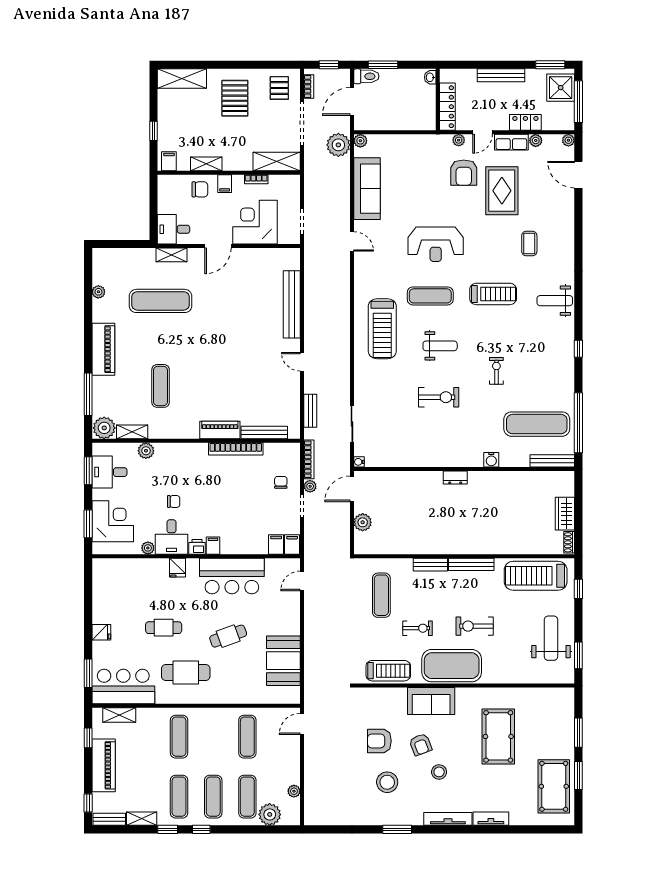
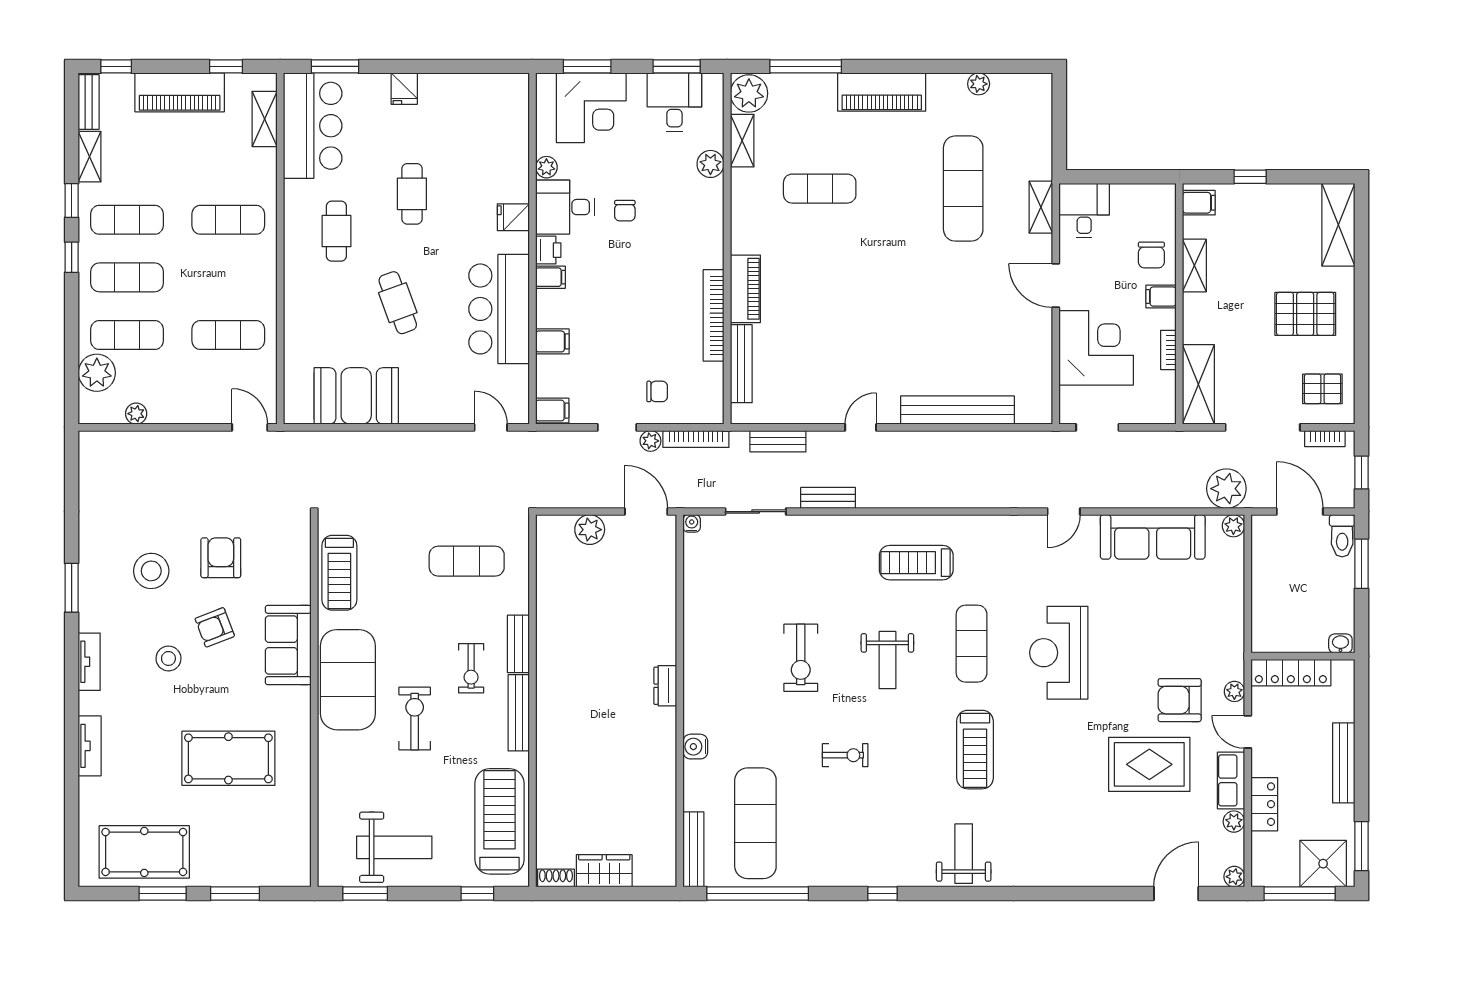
coffee table: (529, 243) -> (1060, 811), removed
treadmill: (382, 329) -> (916, 563), width x0.73, depth x0.73
bench: (344, 381) -> (828, 498), added
filing cabinet: (276, 544) -> (552, 341), moved
exercise bike: (418, 628) -> (471, 668), moved
cafe table: (186, 672) -> (336, 231), width x0.73, depth x0.74
tv unit: (448, 819) -> (89, 662), width x0.71

